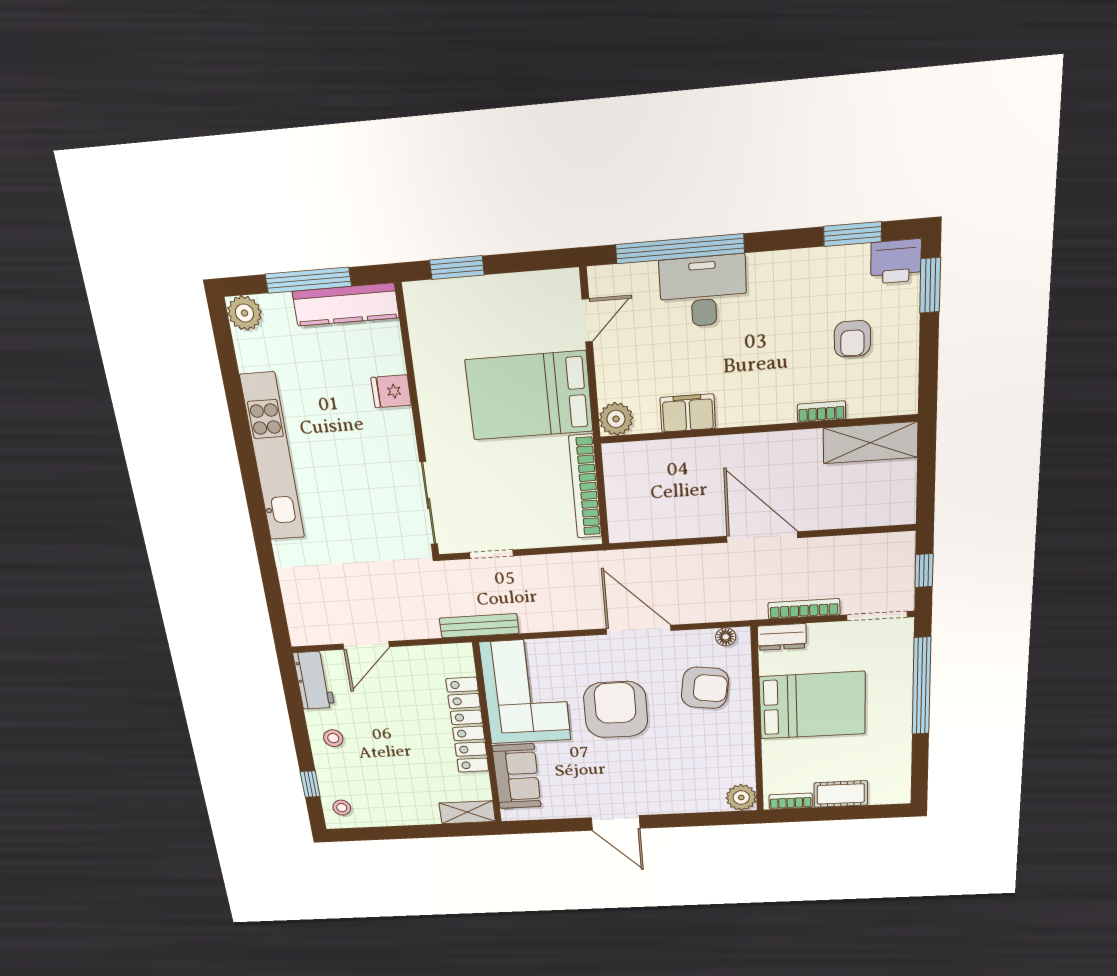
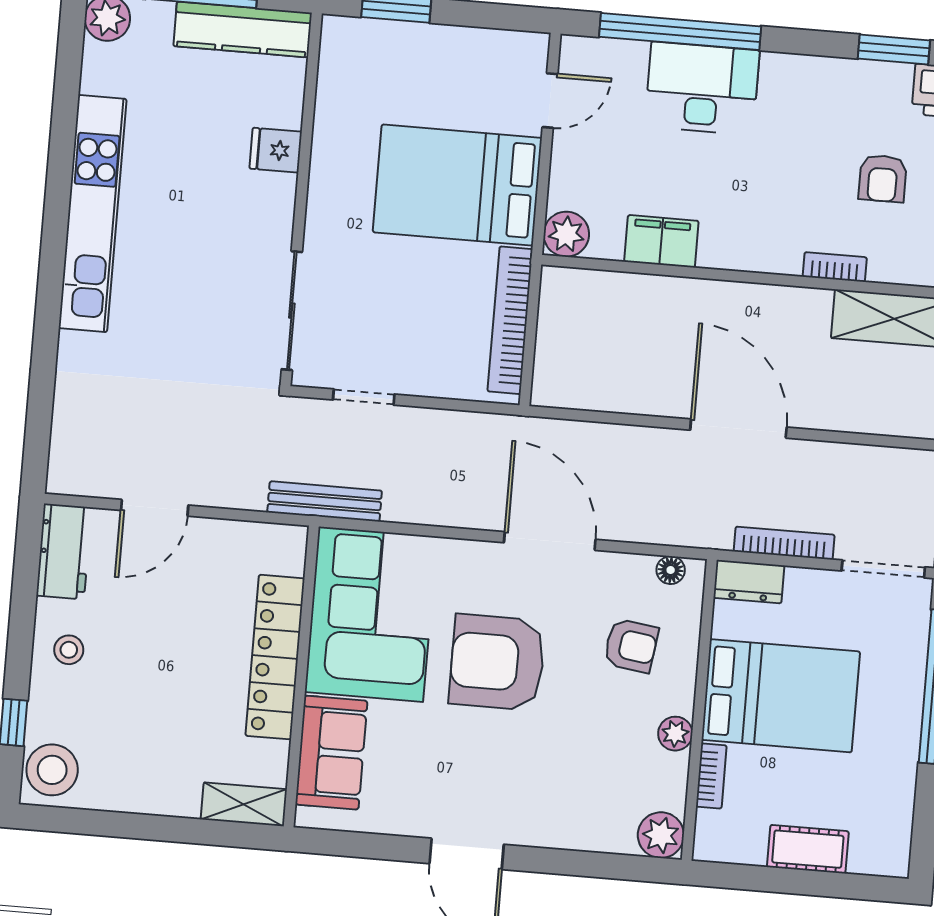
armchair: (705, 688) -> (631, 646), width x0.72, depth x0.72
armchair: (616, 710) -> (497, 662), turned -90
plant: (743, 737) -> (675, 734), added
bookcase: (791, 801) -> (711, 776), moved, turned 90
stool: (342, 808) -> (52, 770), width x1.89, depth x1.89

